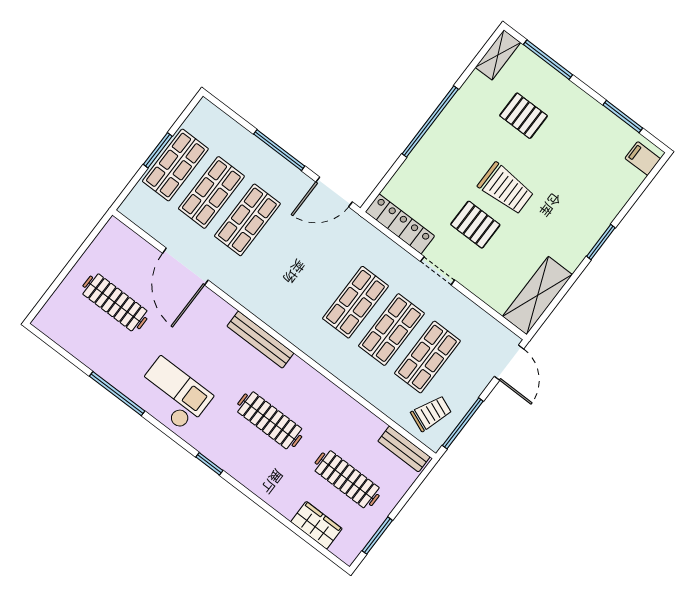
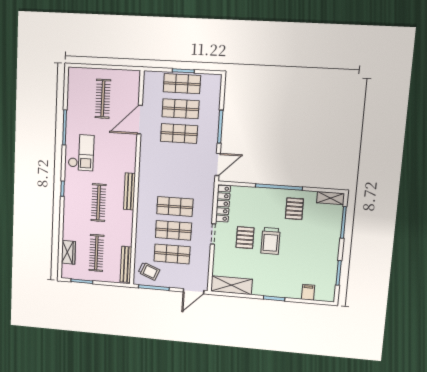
pallet: (524, 116) -> (294, 209), moved
filing cabinet: (643, 159) -> (308, 292), moved
door: (334, 192) -> (218, 164), swing flipped
bench: (260, 340) -> (129, 191), moved
bench: (404, 449) -> (126, 264), width x1.36

